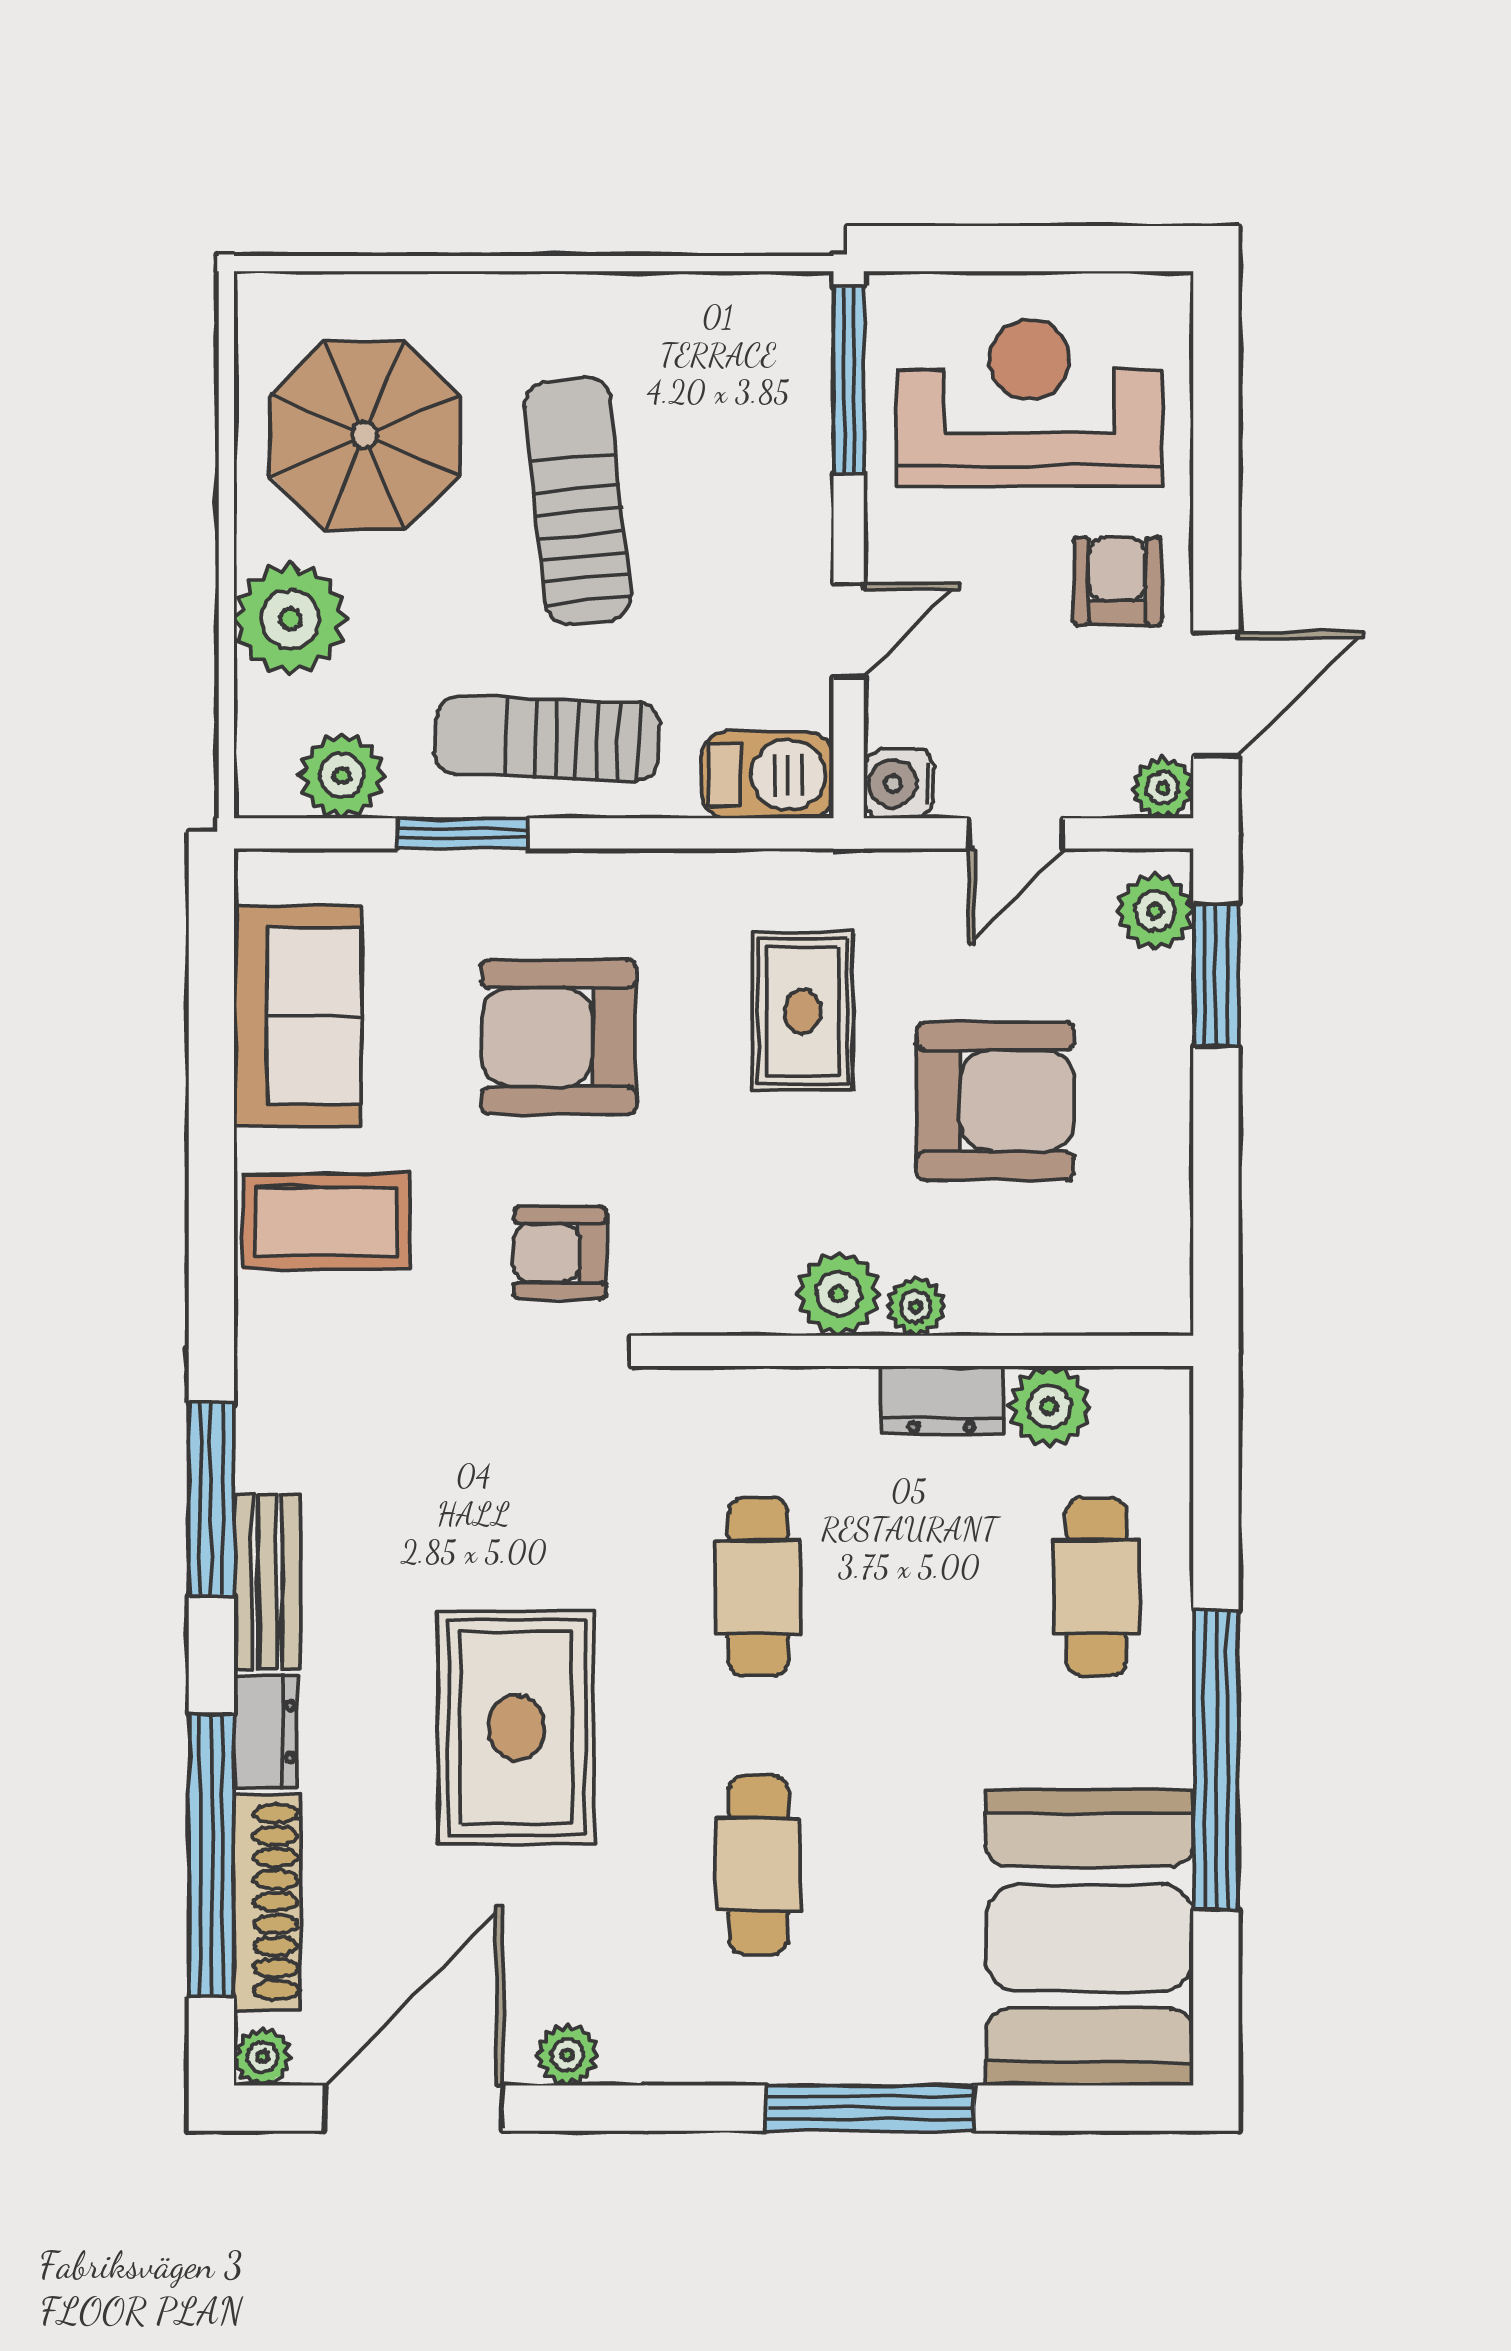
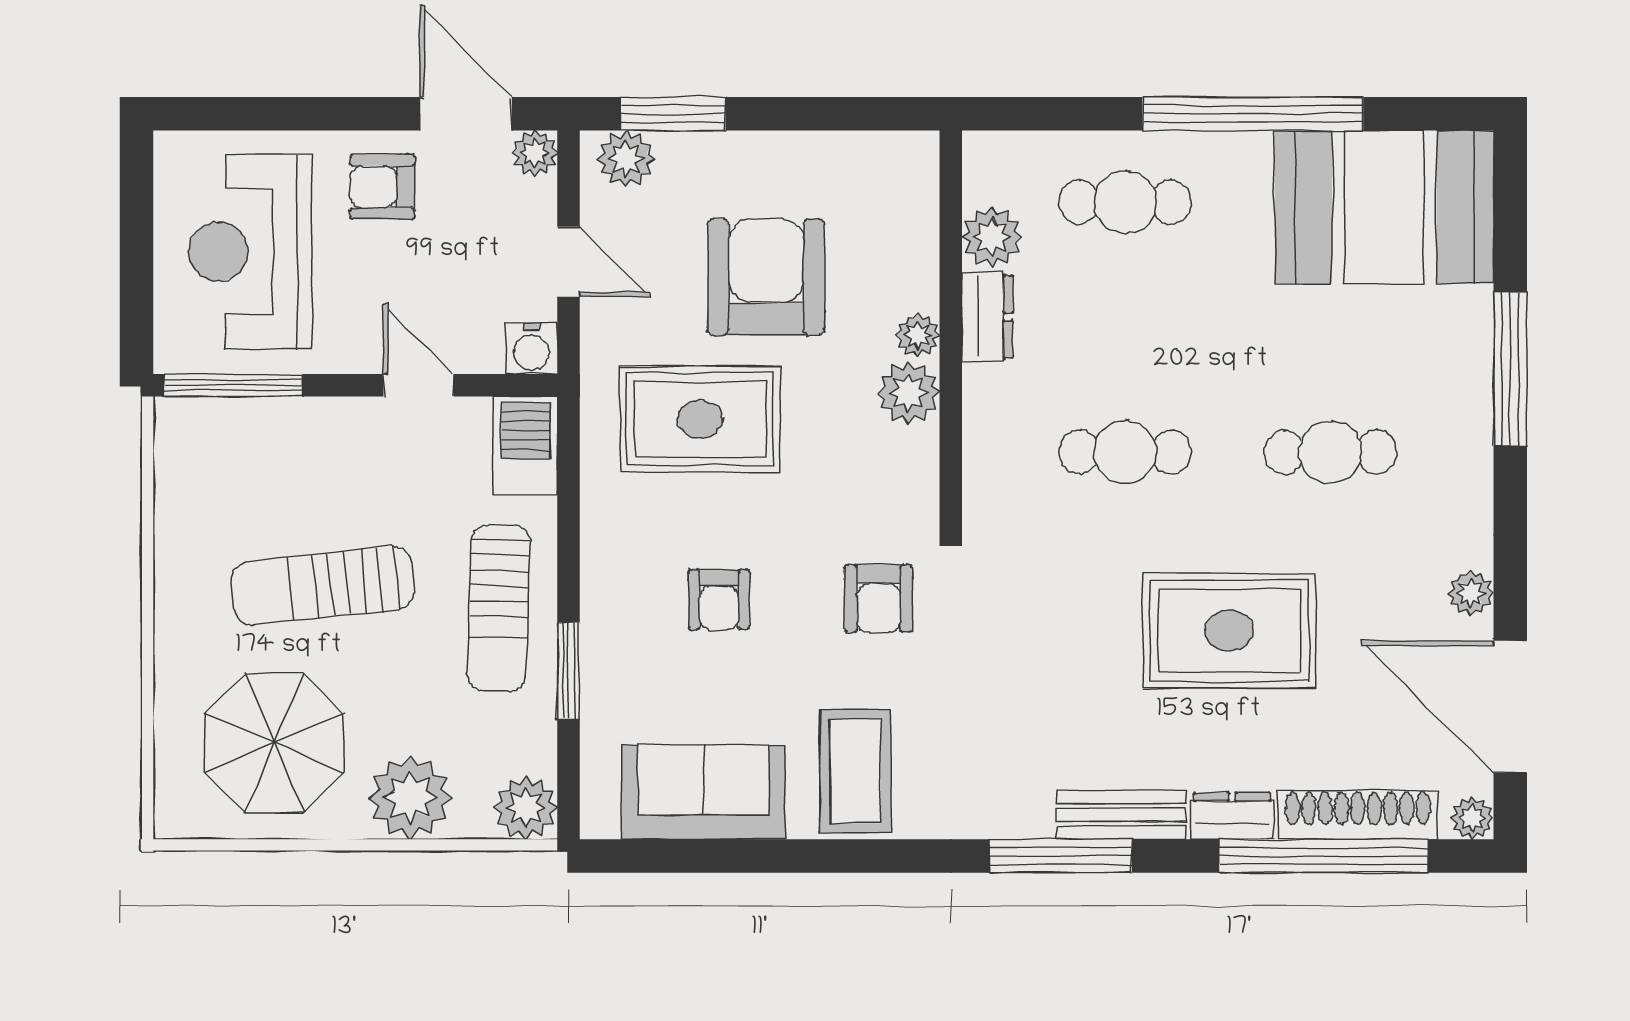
plant: (342, 776) -> (526, 808), moved
rug: (803, 1011) -> (700, 419), width x1.36, depth x1.43
armchair: (559, 1037) -> (719, 599), width x0.53, depth x0.53

